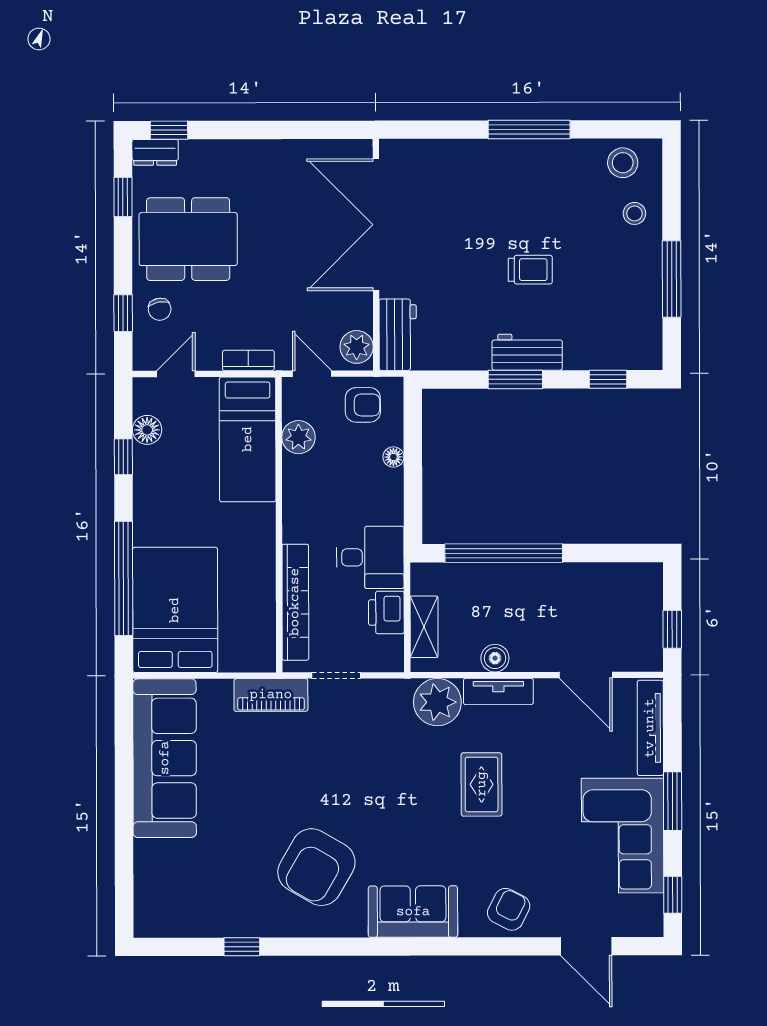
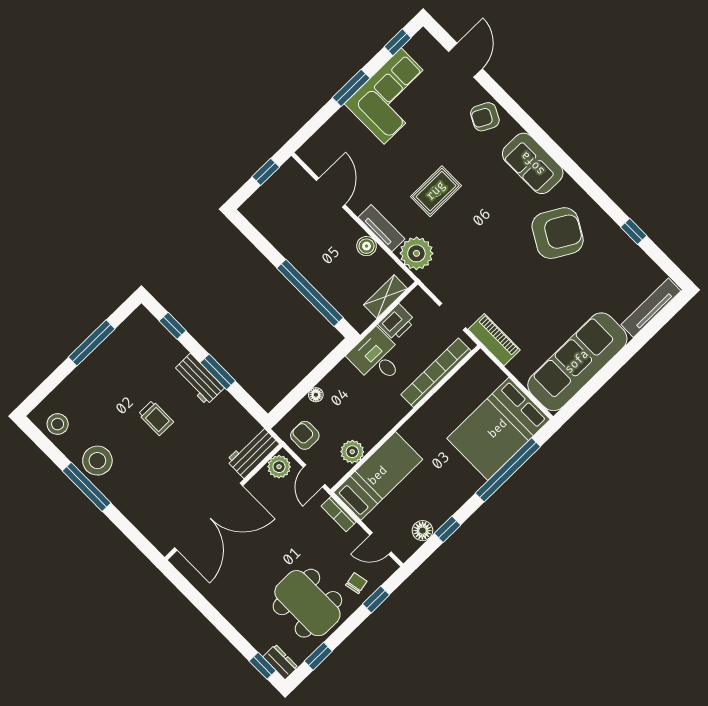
stool: (634, 213) -> (97, 461), moved, width x1.89, depth x1.89
trolley: (530, 270) -> (156, 418), turned 180
tv unit: (650, 728) -> (651, 308), moved, turned 180

